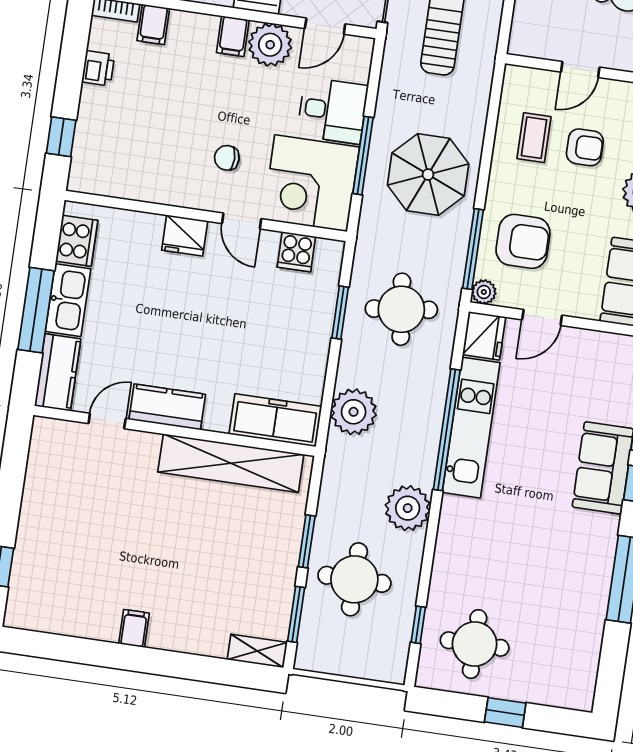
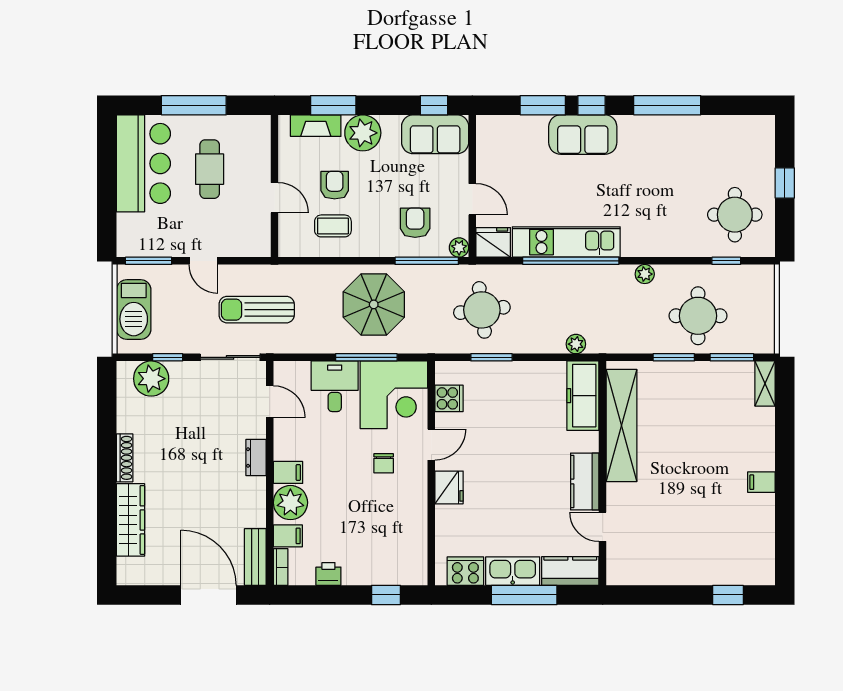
plant: (270, 45) -> (290, 503), moved
armchair: (523, 241) -> (415, 223), width x0.72, depth x0.72
plant: (354, 412) -> (576, 344), width x0.53, depth x0.53
plant: (408, 508) -> (645, 274), width x0.53, depth x0.53

